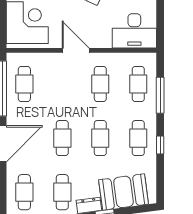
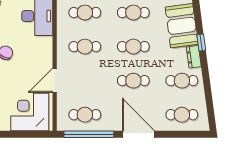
door: (76, 50) -> (55, 80), moved

